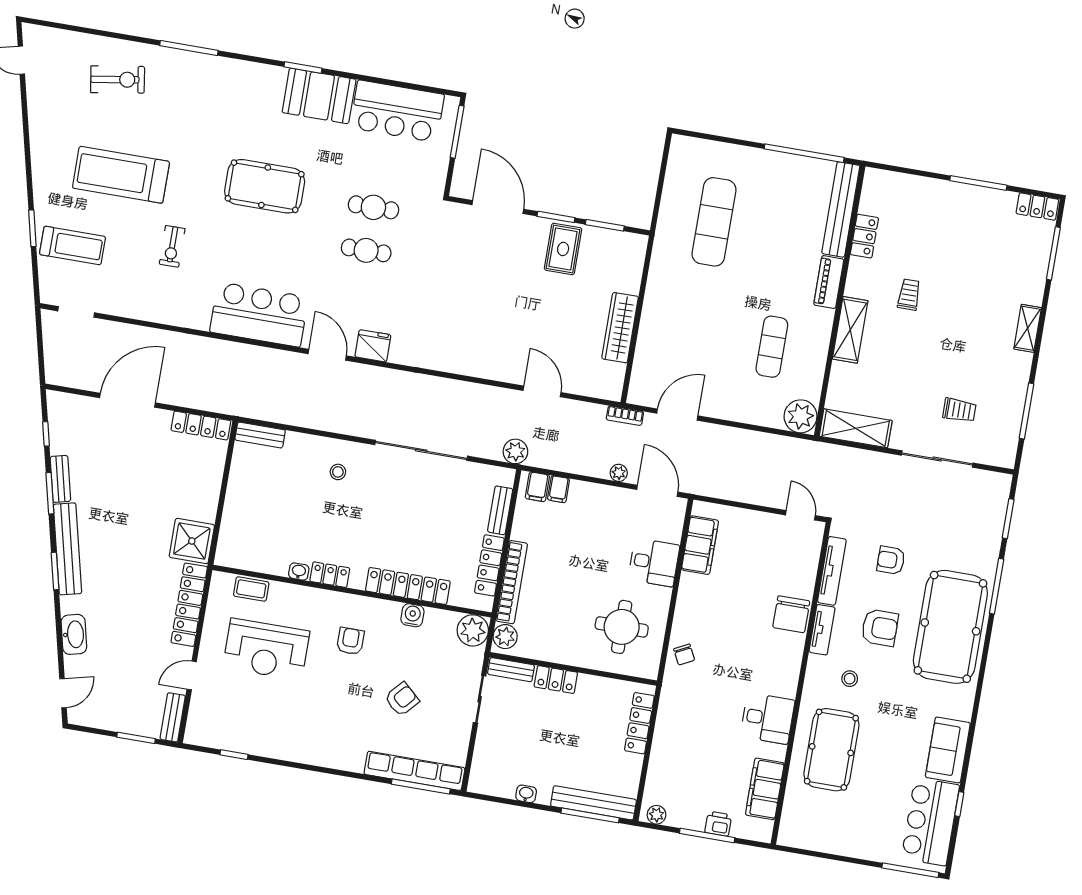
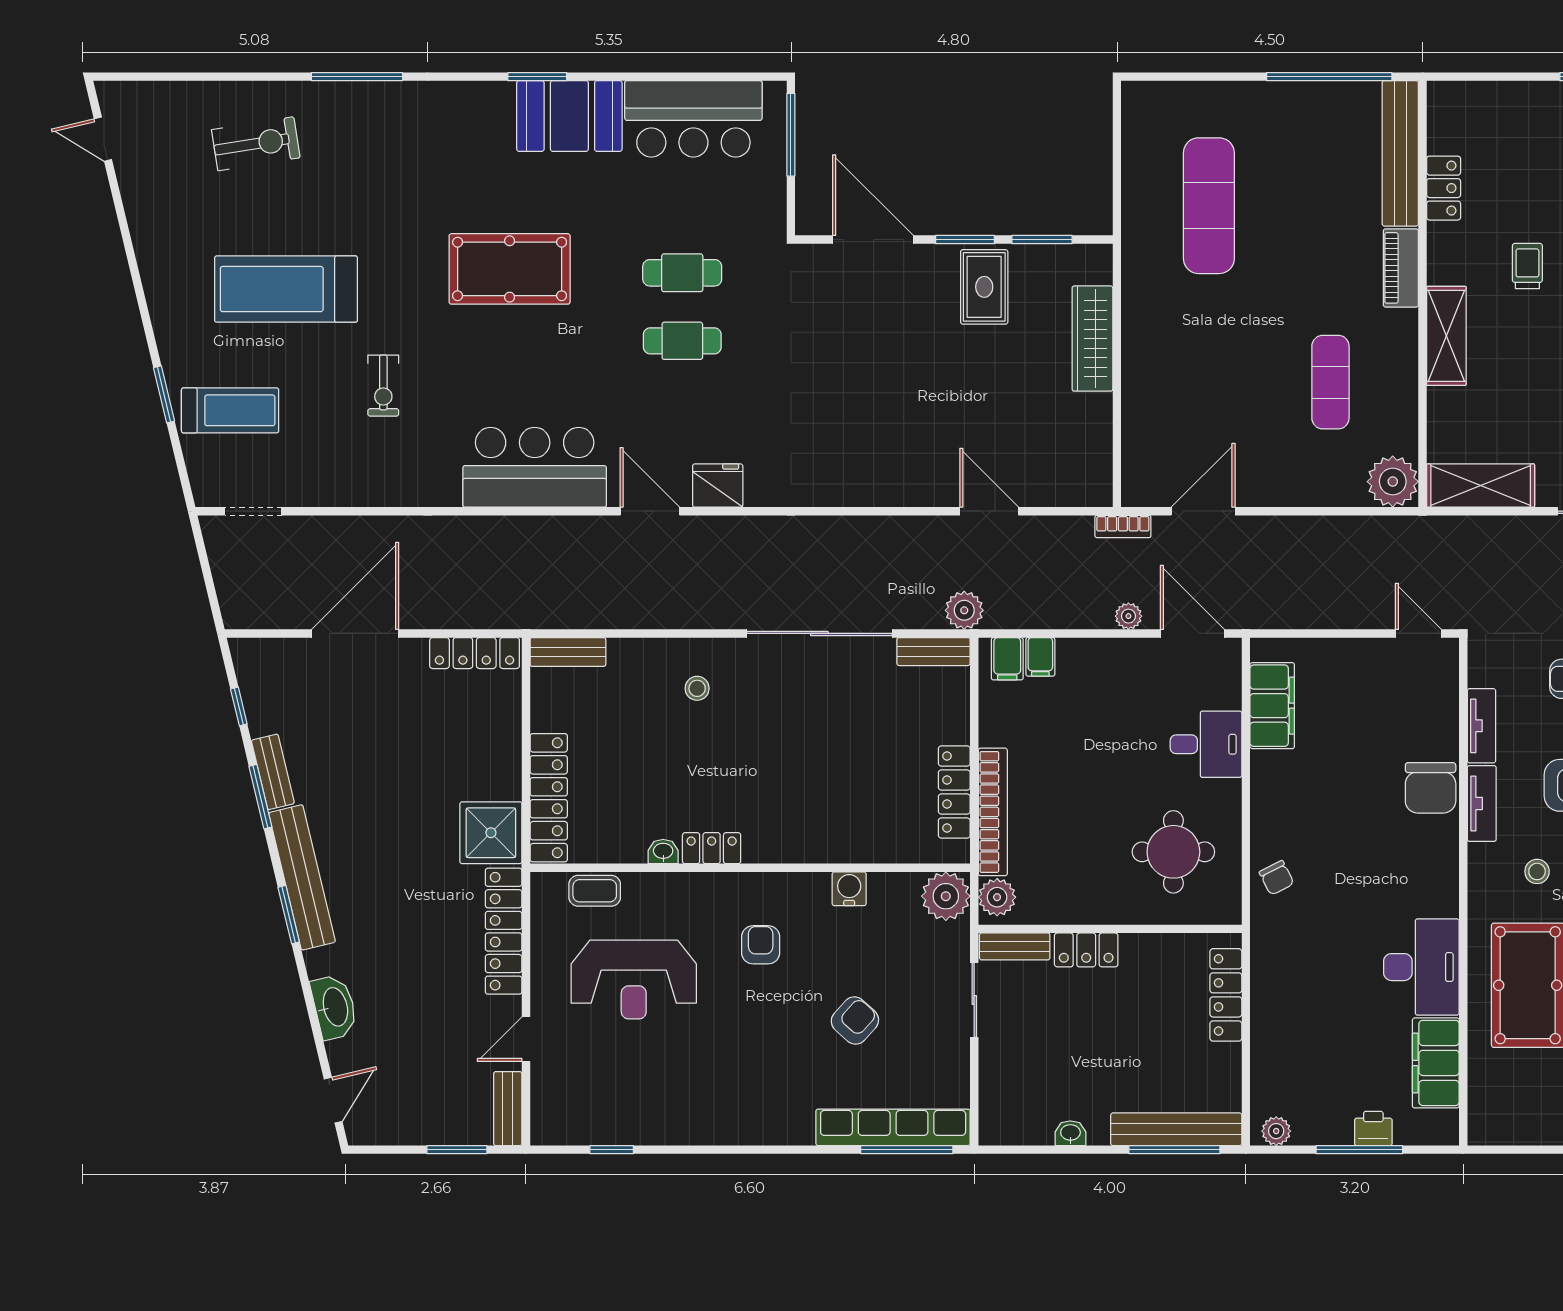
wardrobe: (620, 328) -> (1092, 339), moved
bench: (500, 510) -> (934, 652), moved, turned 90
tv unit: (832, 571) -> (1481, 726), width x0.71
locker: (408, 586) -> (549, 798), moved, turned 90
desk: (767, 718) -> (1421, 967), width x1.37

